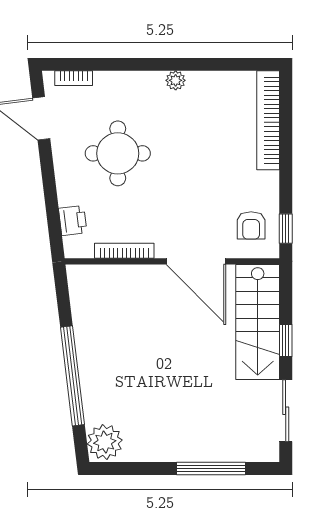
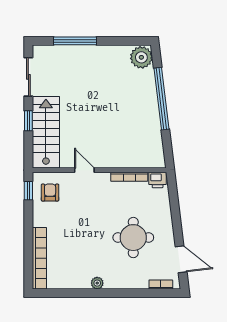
printer: (73, 220) -> (158, 180), moved, turned -83
door: (196, 261) -> (84, 170), width x0.53

